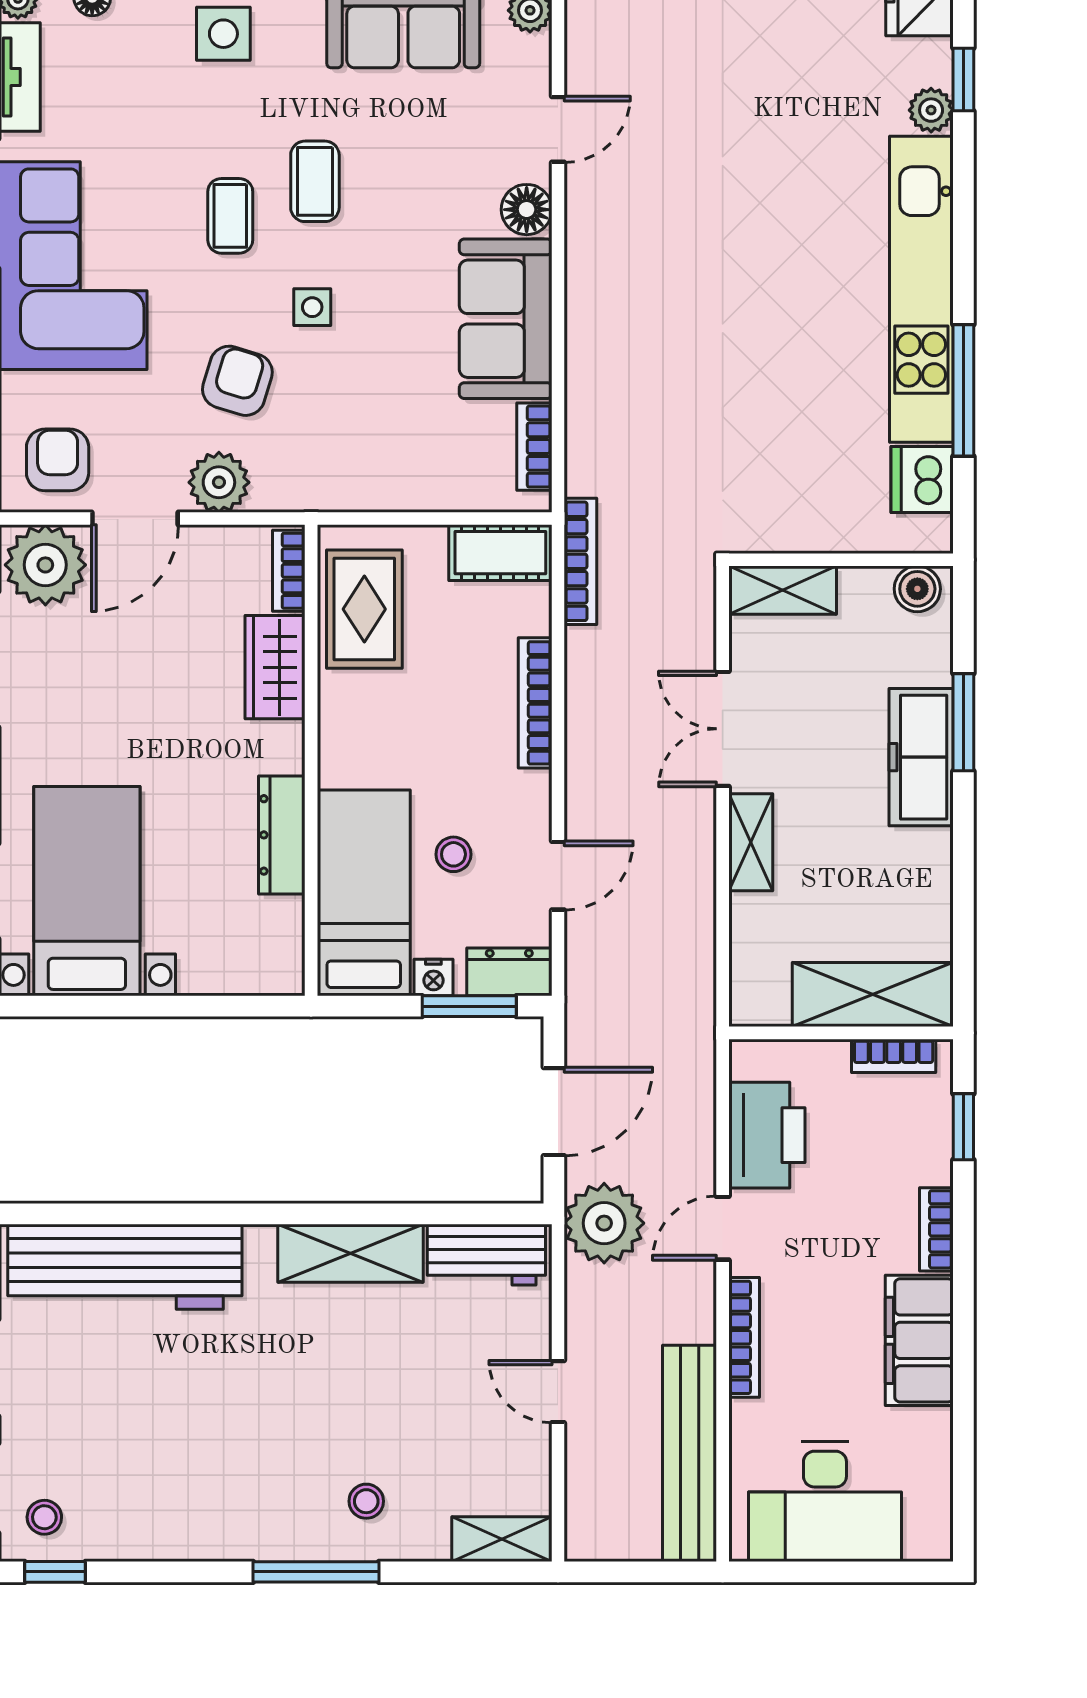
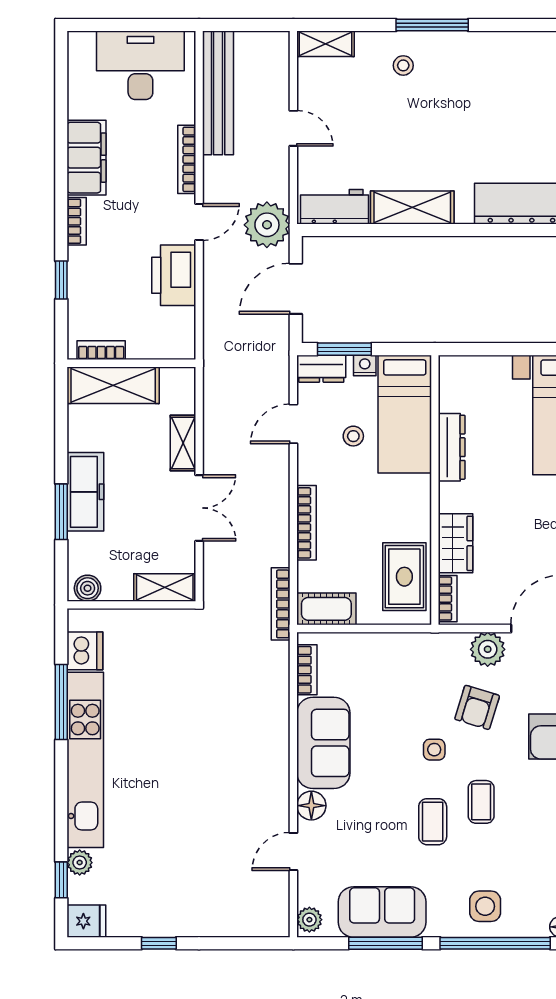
shelving: (873, 995) -> (113, 385), moved
wall: (841, 1033) -> (131, 363), moved
bookcase: (894, 1056) -> (101, 350), moved

